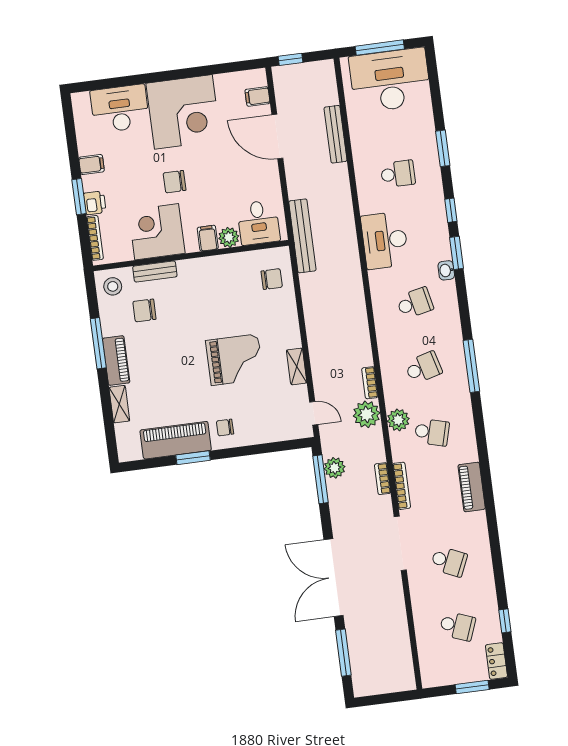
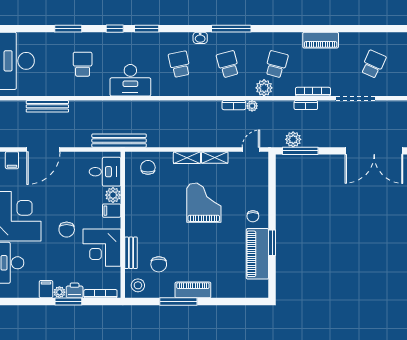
plant: (90, 183) -> (59, 292), added
washbasin: (446, 270) -> (200, 38), moved
shelving: (119, 404) -> (187, 158), moved
plant: (367, 414) -> (252, 106), width x0.53, depth x0.53

